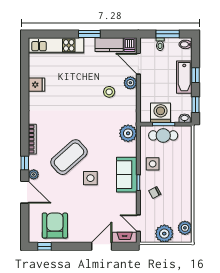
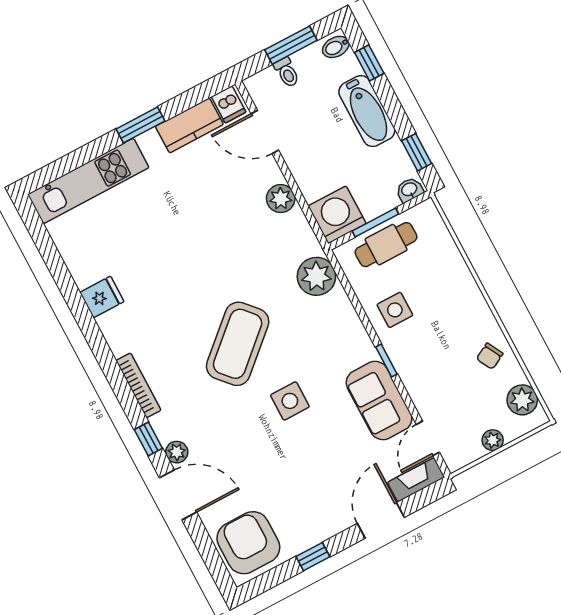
window: (196, 75) -> (369, 63), moved
plant: (130, 83) -> (281, 199), moved
fridge: (37, 85) -> (102, 297), moved
stool: (109, 92) -> (238, 216), removed
washing machine: (161, 113) -> (337, 215), moved
coffee table: (69, 157) -> (238, 344), moved
sofa: (127, 175) -> (379, 401), moved
chair: (155, 193) -> (490, 356), moved
door: (138, 223) -> (428, 438), hinge flipped
armchair: (55, 226) -> (248, 543), moved
plant: (164, 234) -> (493, 440), width x0.53, depth x0.53
window: (45, 246) -> (313, 557), moved

